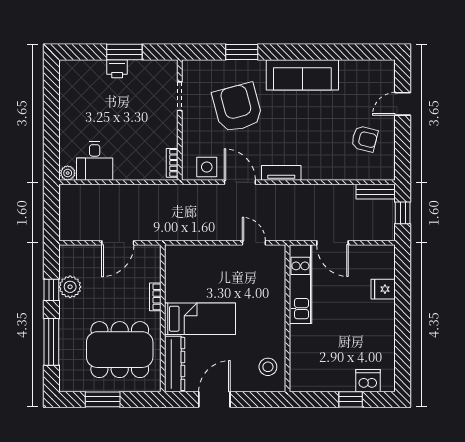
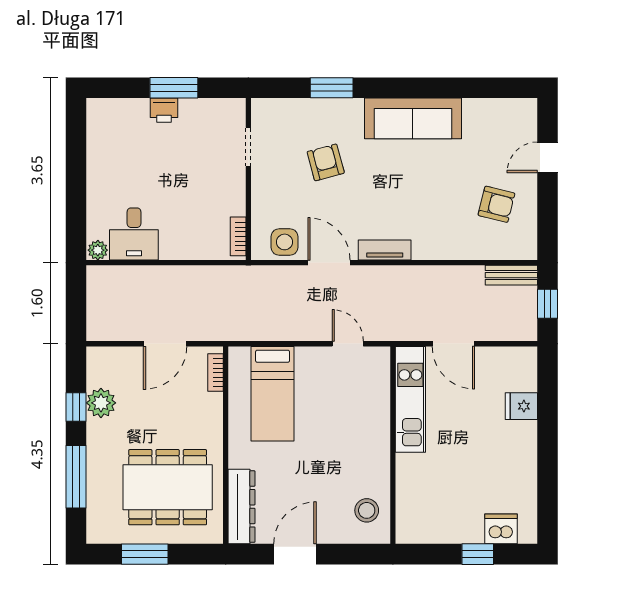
armchair: (237, 108) -> (326, 162), width x0.53, depth x0.53
bookcase: (155, 297) -> (215, 373), moved
bed: (200, 319) -> (273, 394), moved, turned 90

